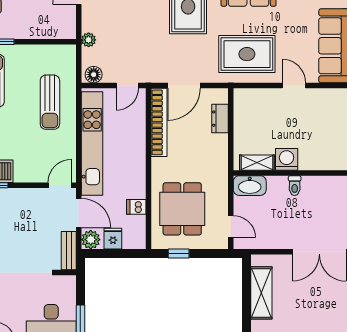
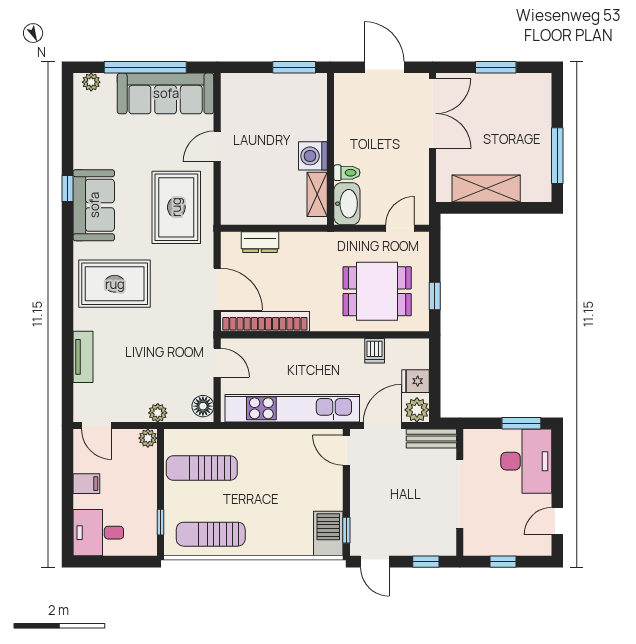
plant: (69, 32) -> (148, 438), added
sun lounger: (50, 102) -> (202, 468), moved, turned 180
toilet: (295, 186) -> (347, 173), moved

